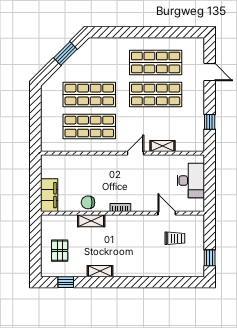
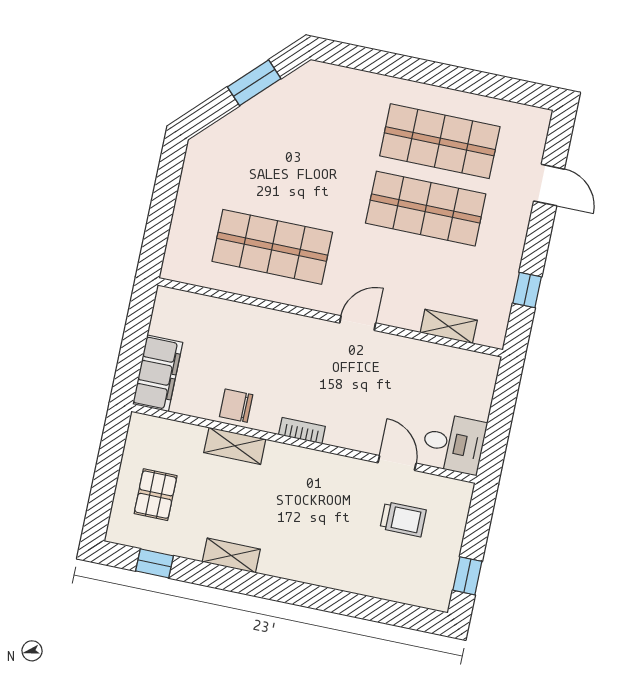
shop shelf: (89, 94) -> (286, 179), removed
shelving: (163, 146) -> (449, 326), moved
desk: (191, 181) -> (454, 444), moved, width x0.73

